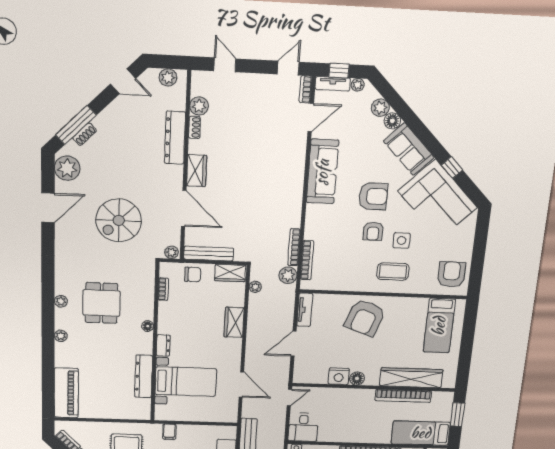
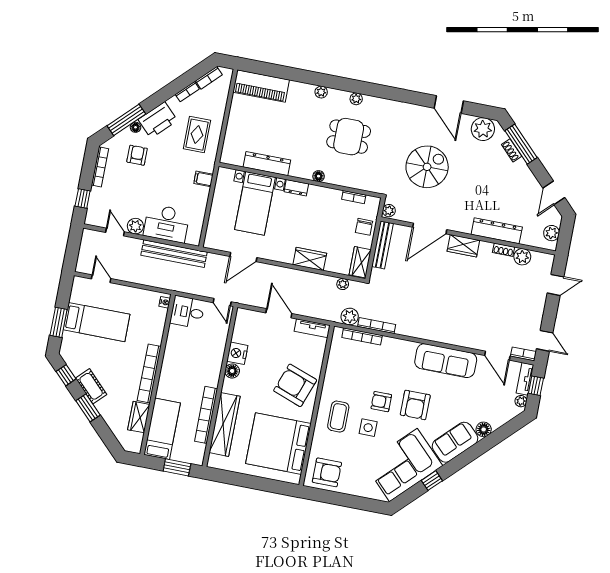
plant: (380, 108) -> (497, 420), removed
spiral stairs: (119, 220) -> (427, 167), turned 90
bed: (439, 326) -> (278, 444), width x2.04

